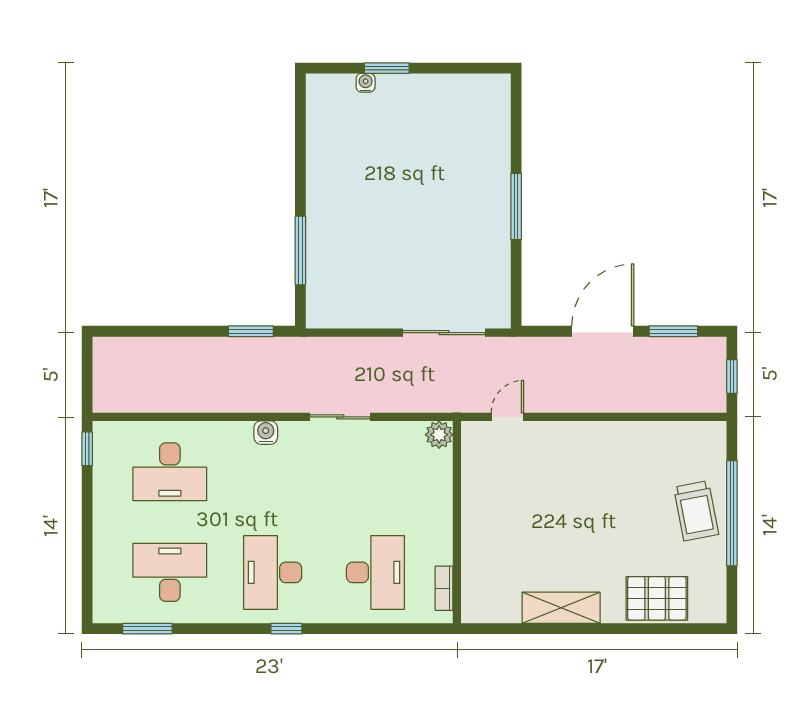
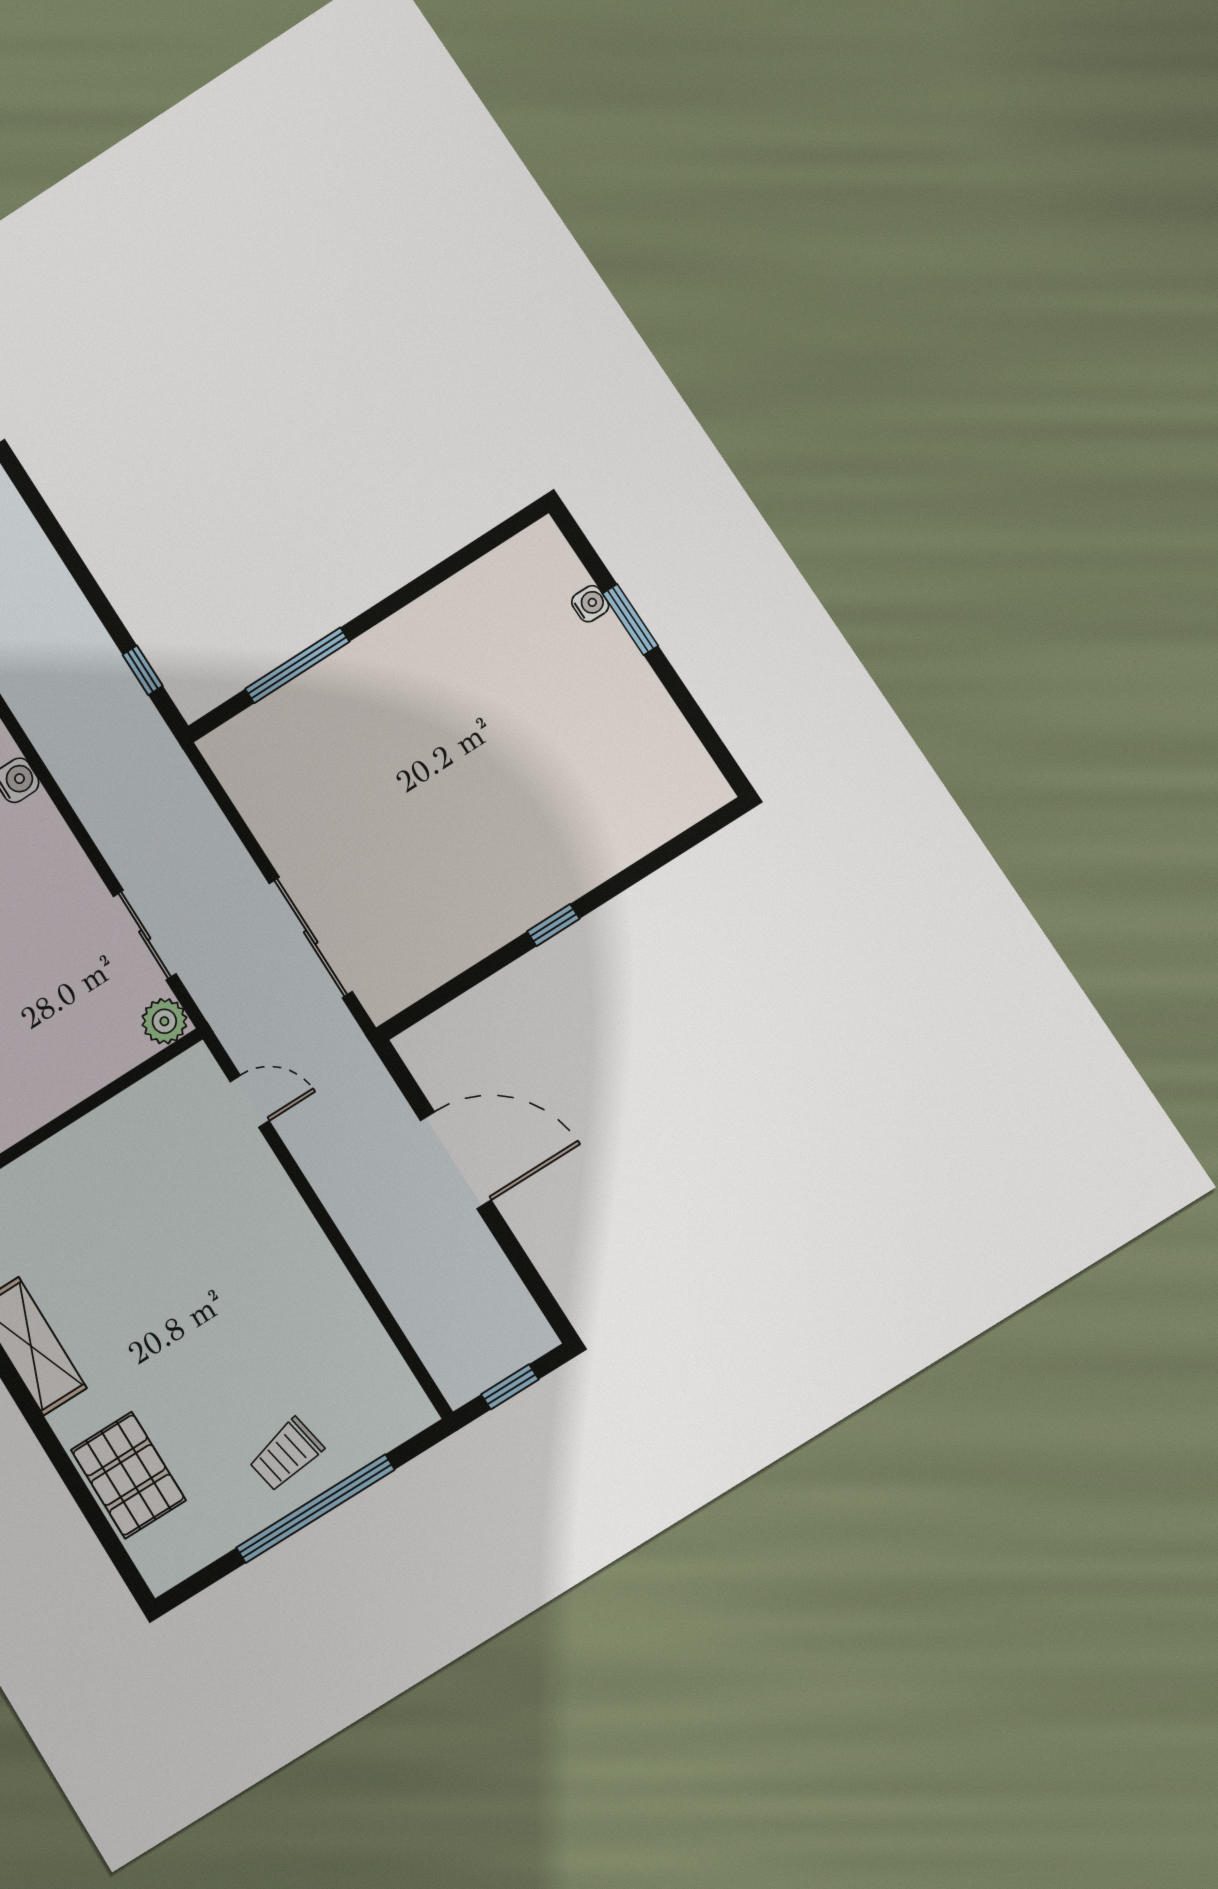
window: (516, 206) -> (553, 925), width x0.46
window: (251, 331) -> (143, 670), width x0.67
window: (673, 331) -> (520, 1261), removed
sliding door: (340, 417) -> (145, 935), moved
trolley: (696, 511) -> (286, 1455), width x0.73, depth x0.72

